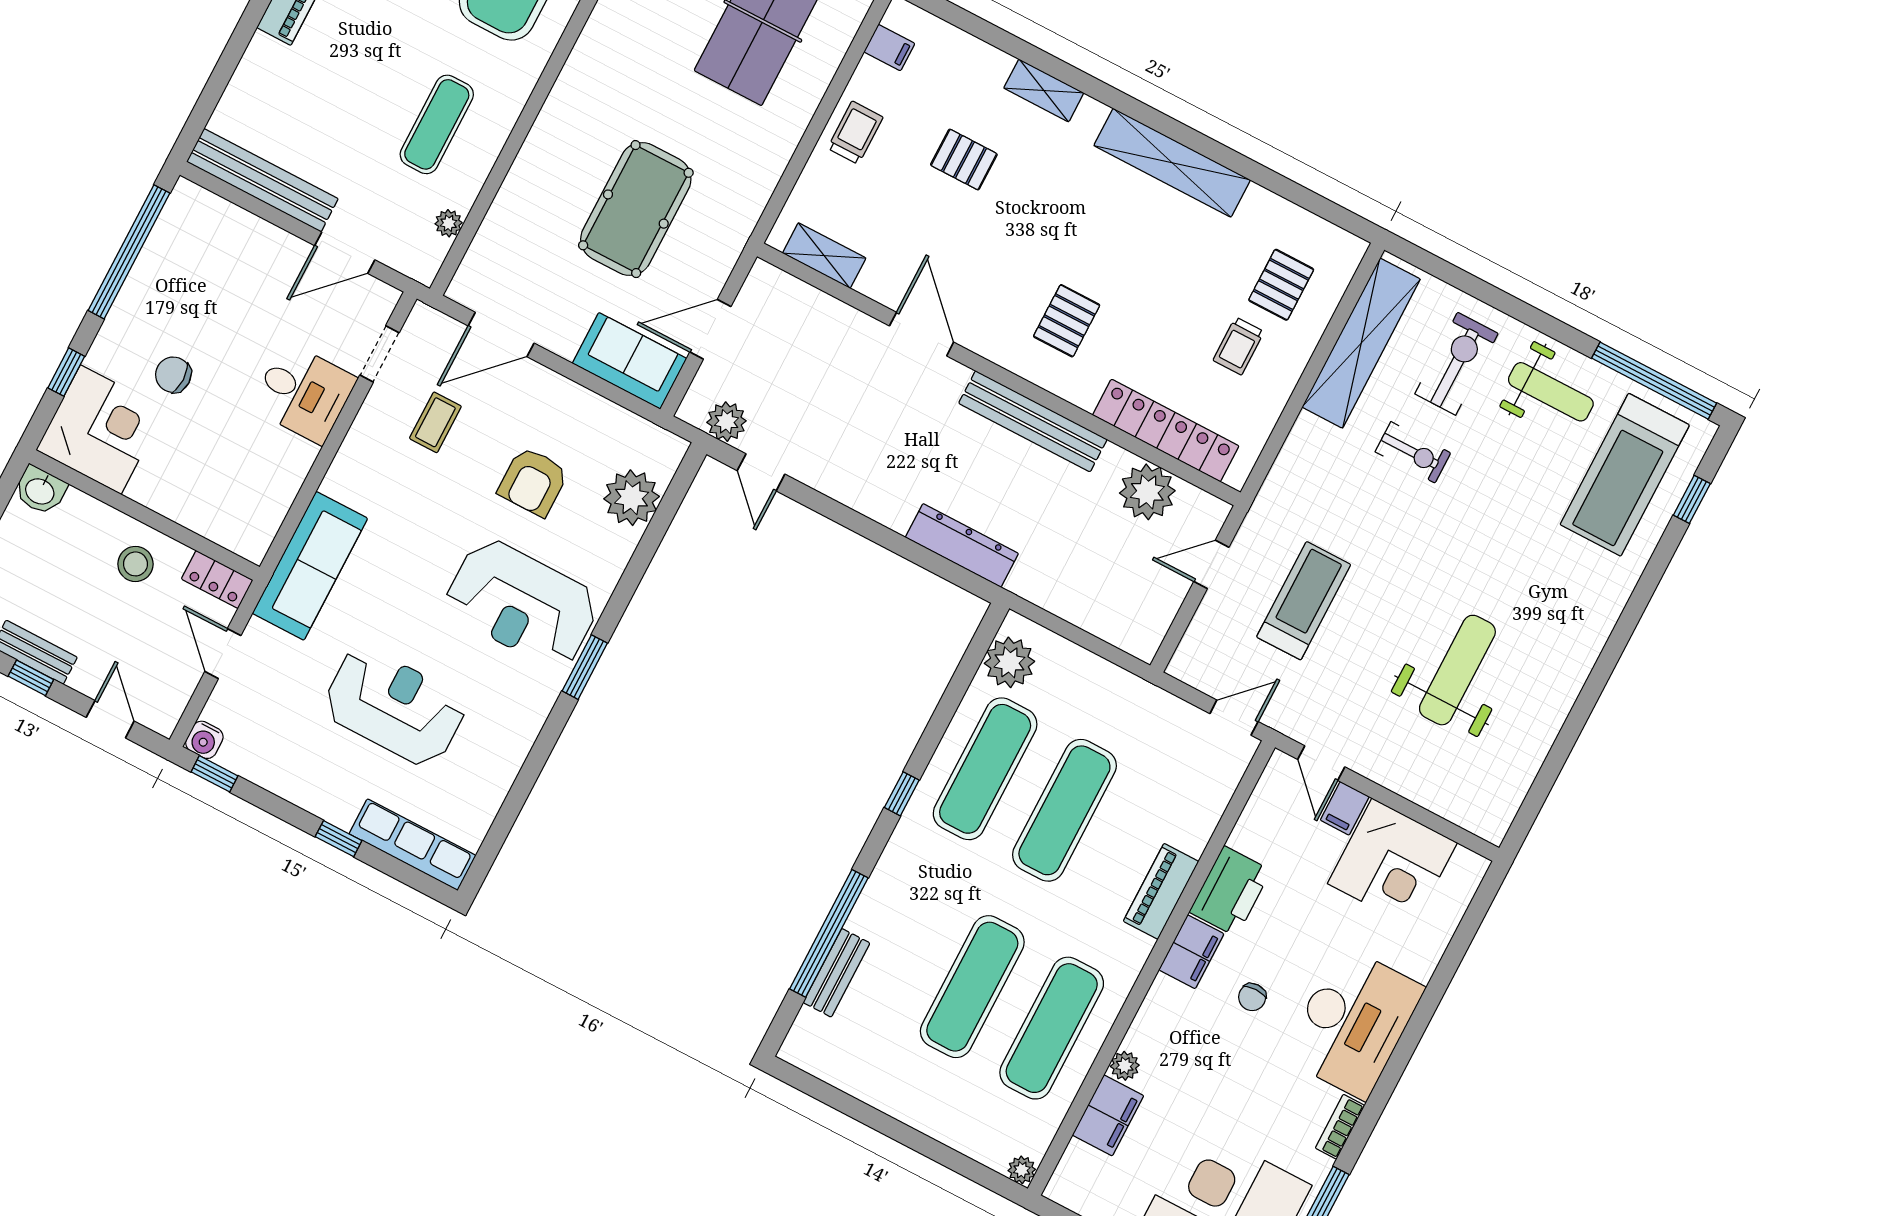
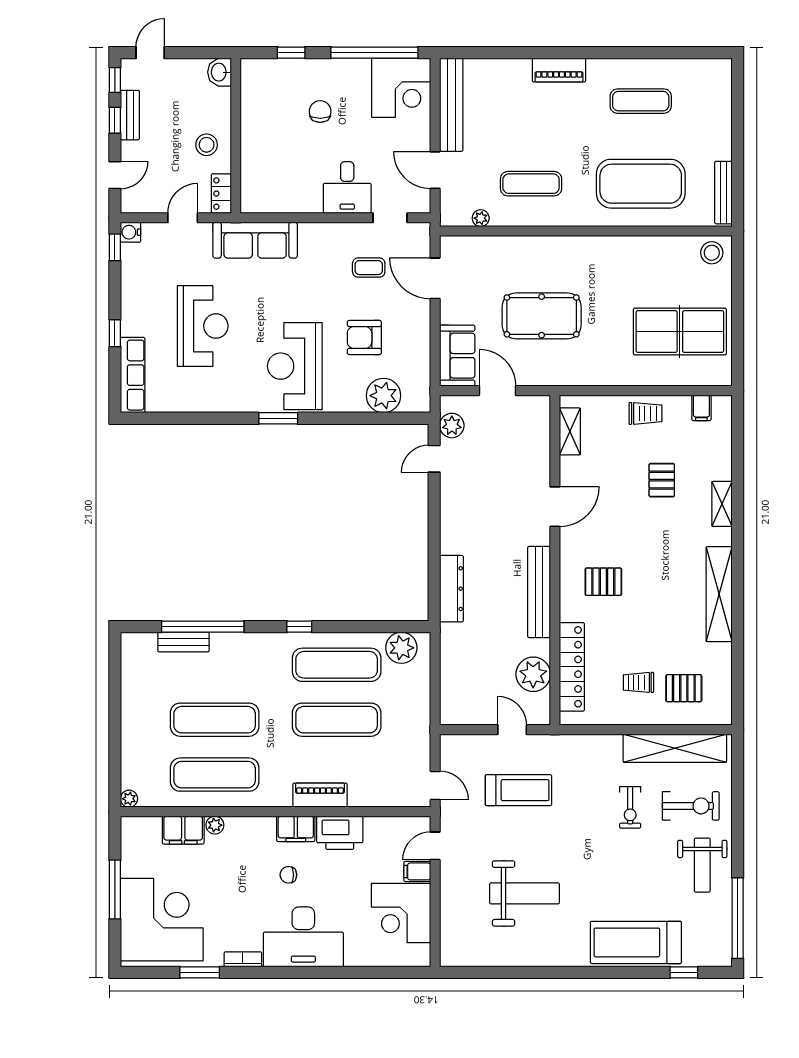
corner desk: (101, 430) -> (401, 88), moved
treadmill: (1625, 475) -> (636, 942), moved

